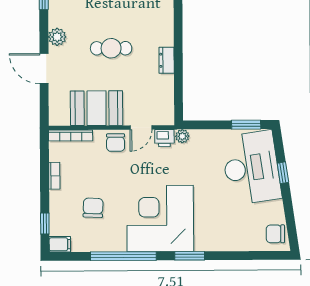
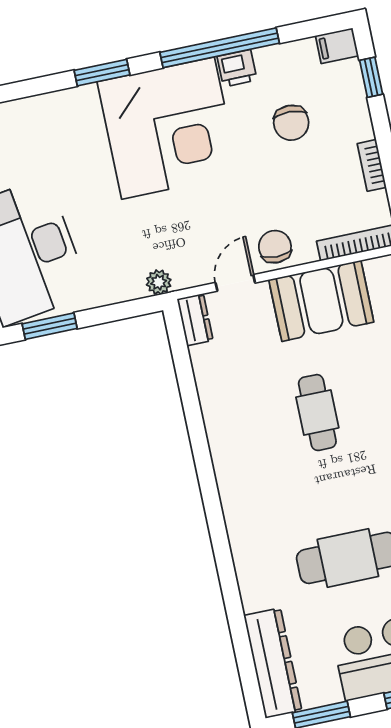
cafe table: (111, 48) -> (317, 413), turned 90
dresser: (167, 60) -> (195, 320), moved
printer: (164, 138) -> (237, 68), moved, turned 180

